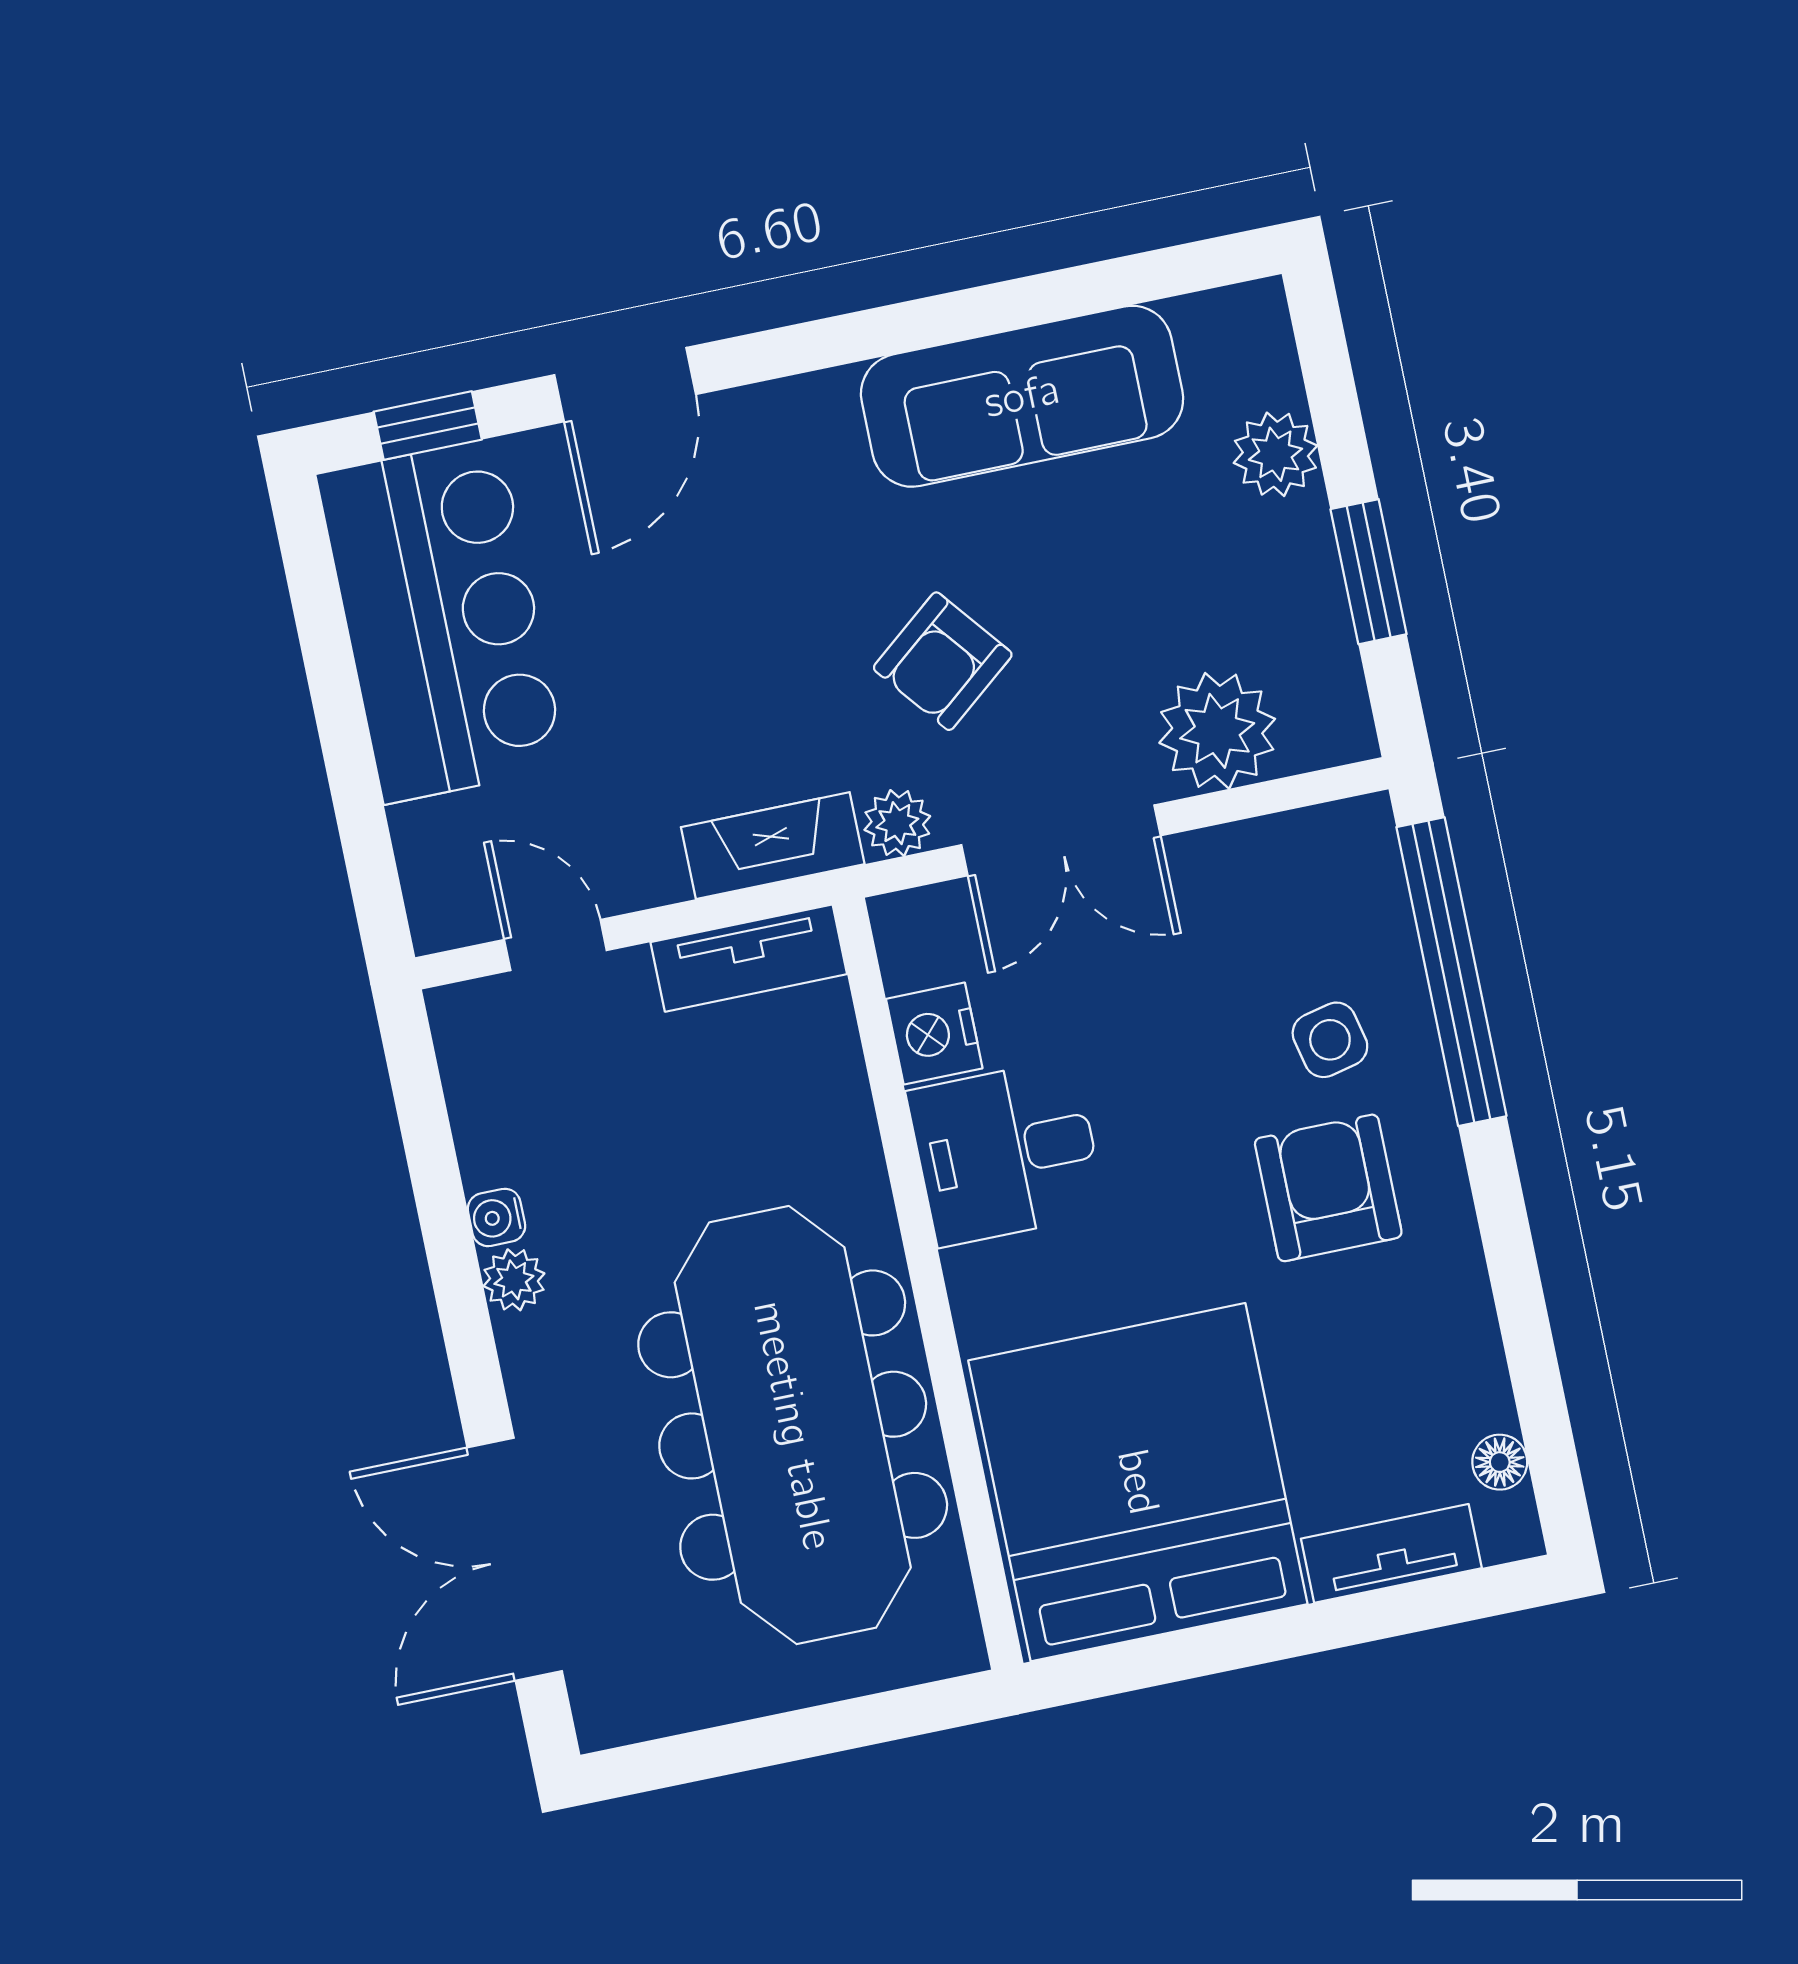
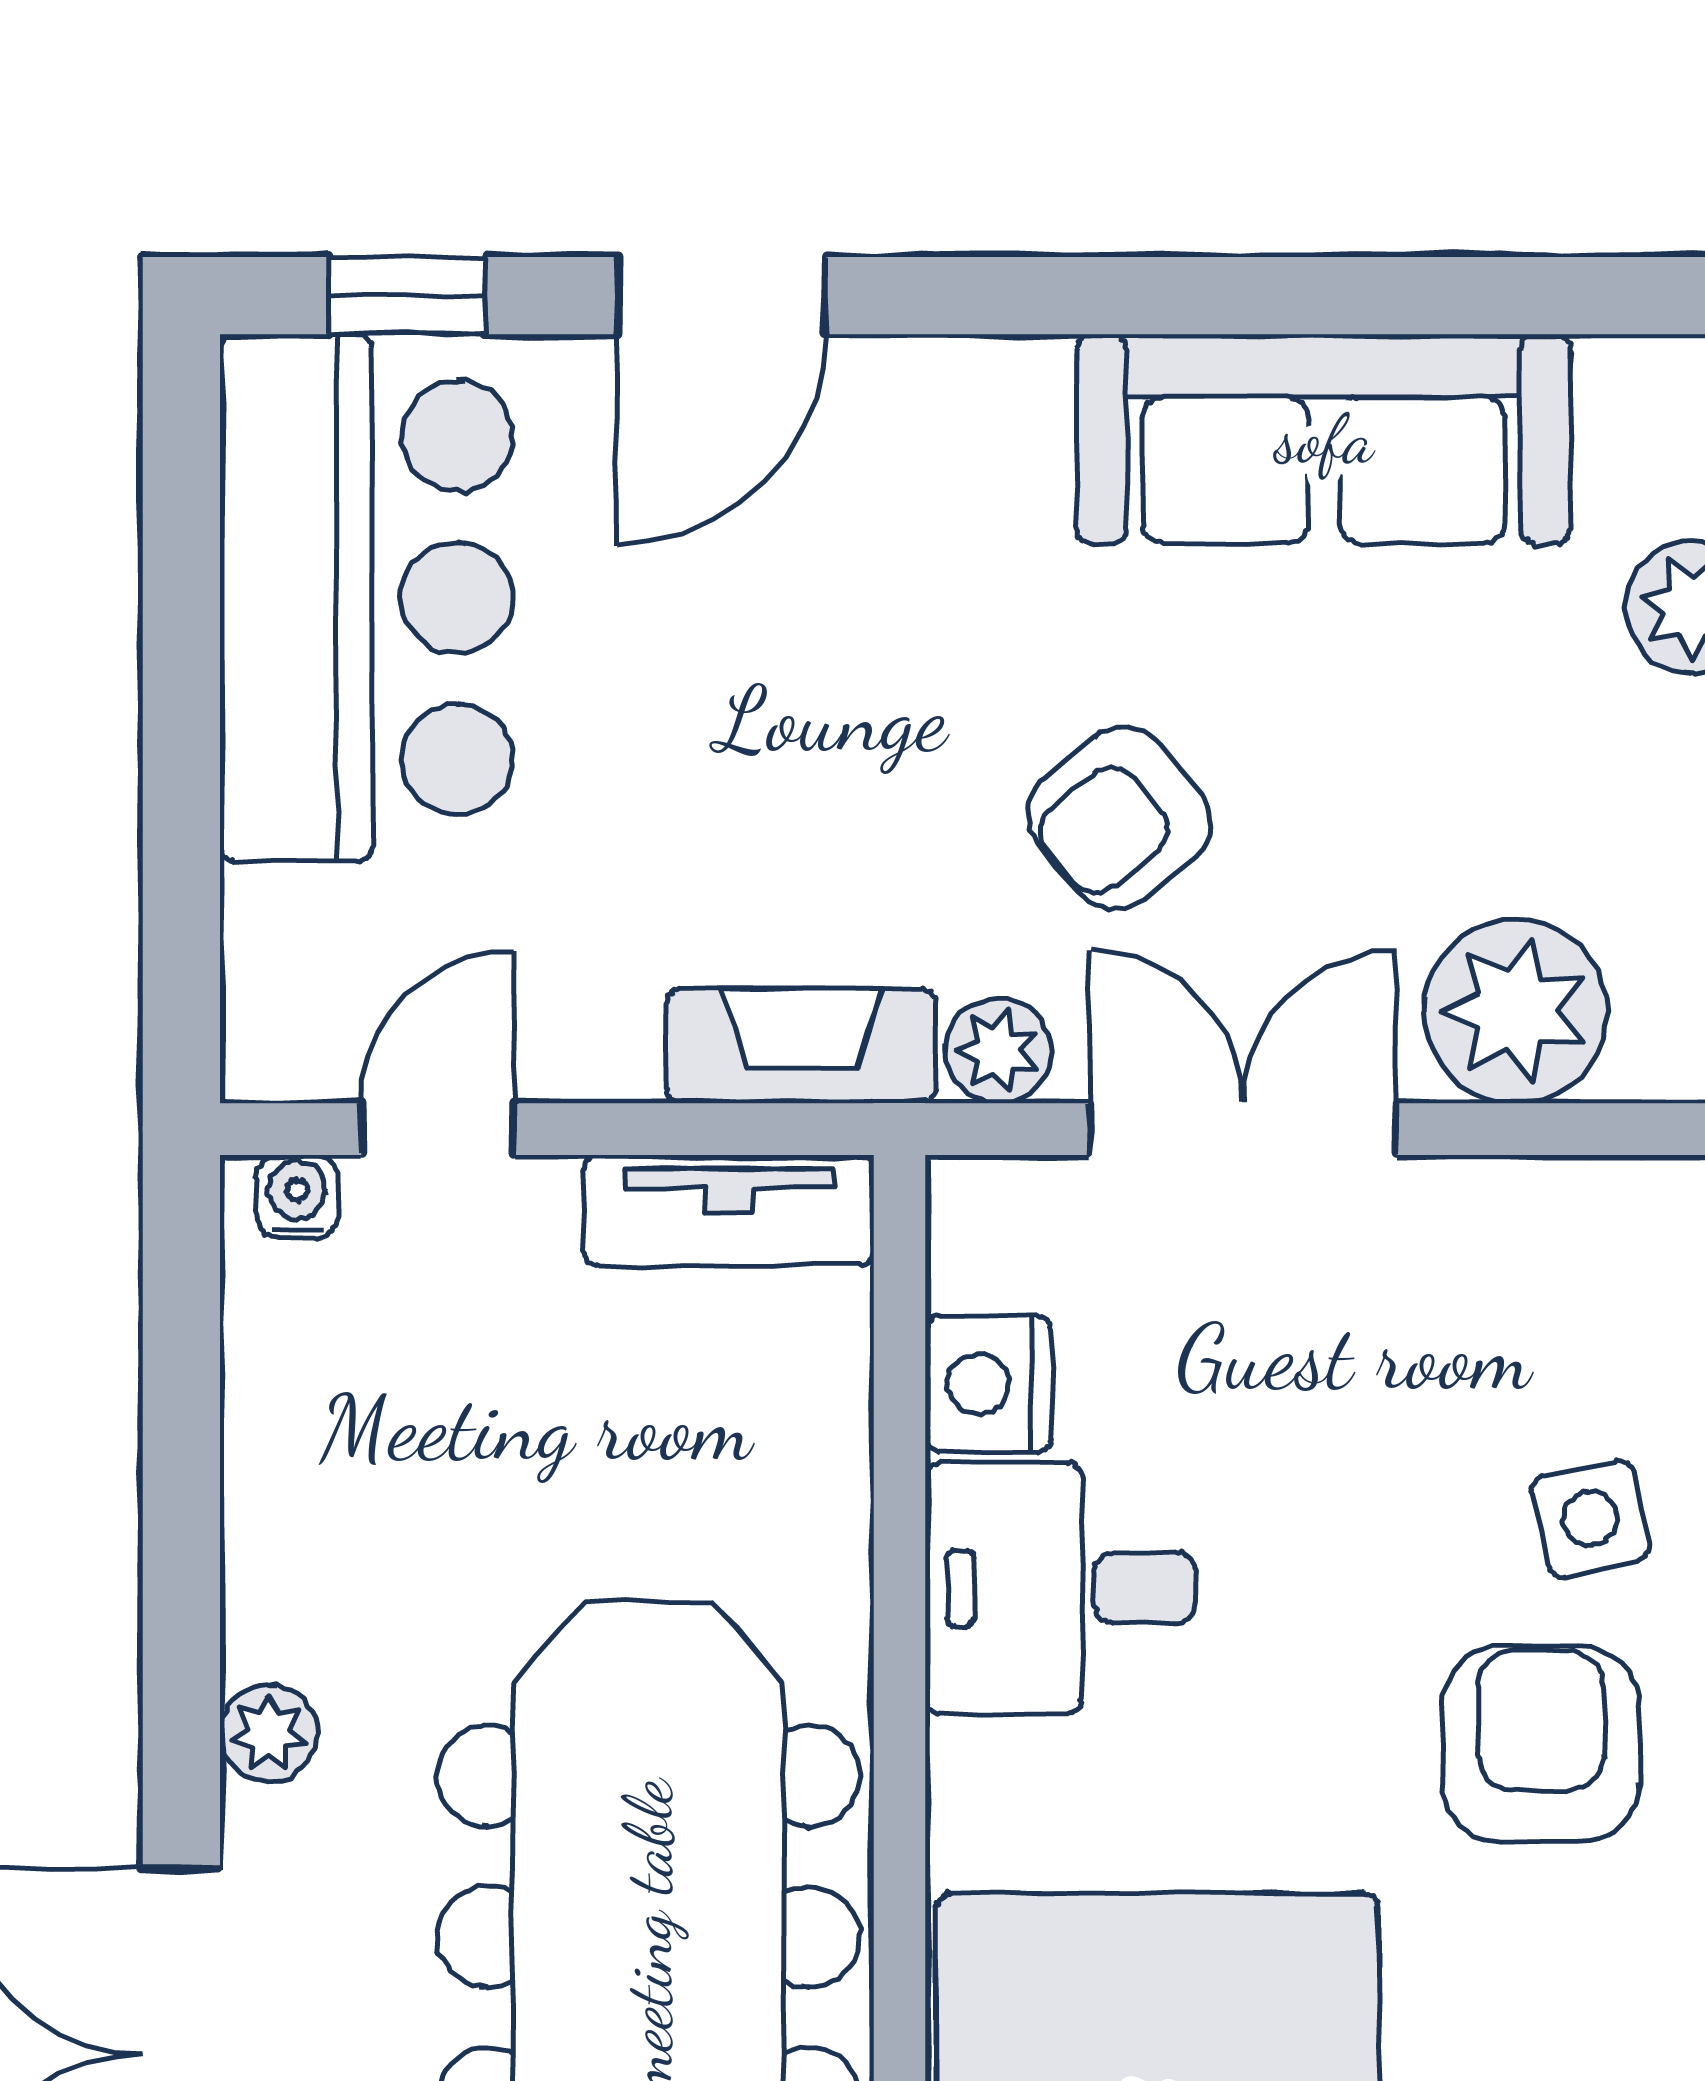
double door: (1061, 840) -> (1243, 1129), swing flipped
door: (555, 945) -> (438, 1129), hinge flipped
water cooler: (496, 1217) -> (297, 1196), moved, turned 90
plant: (514, 1280) -> (269, 1733), moved

